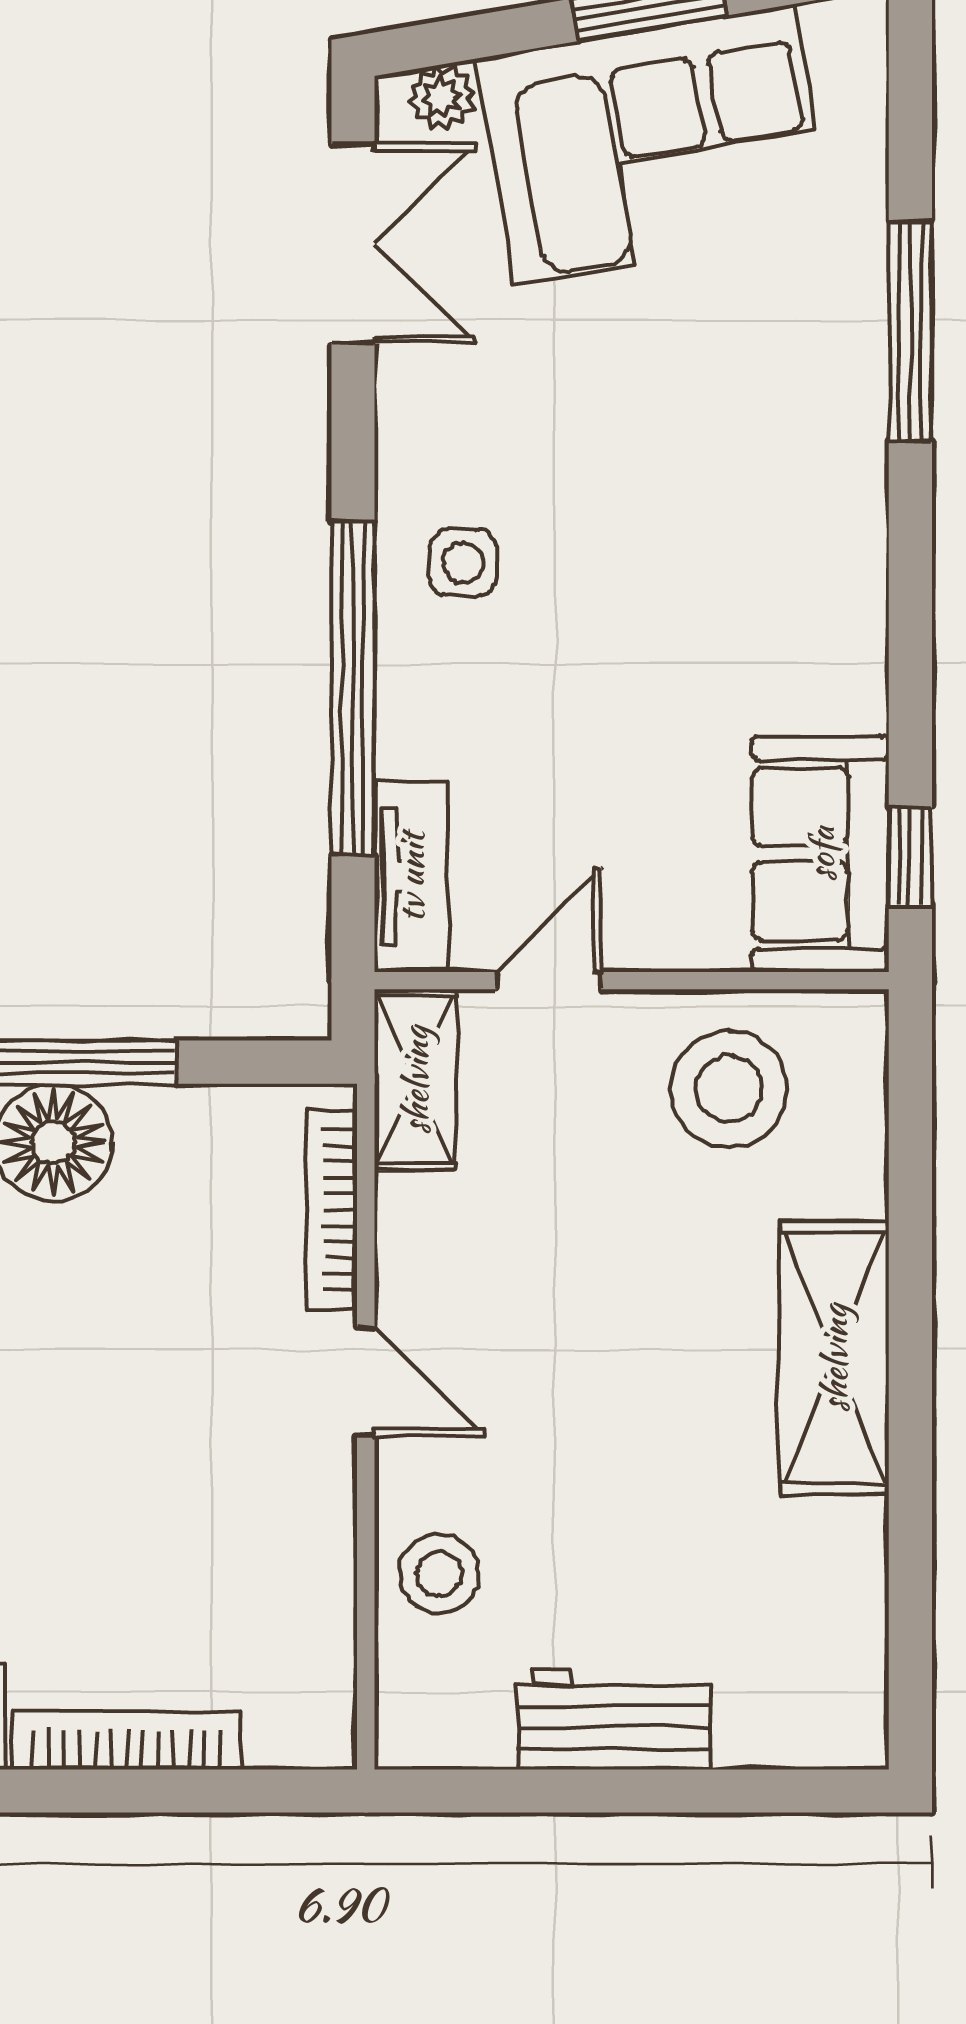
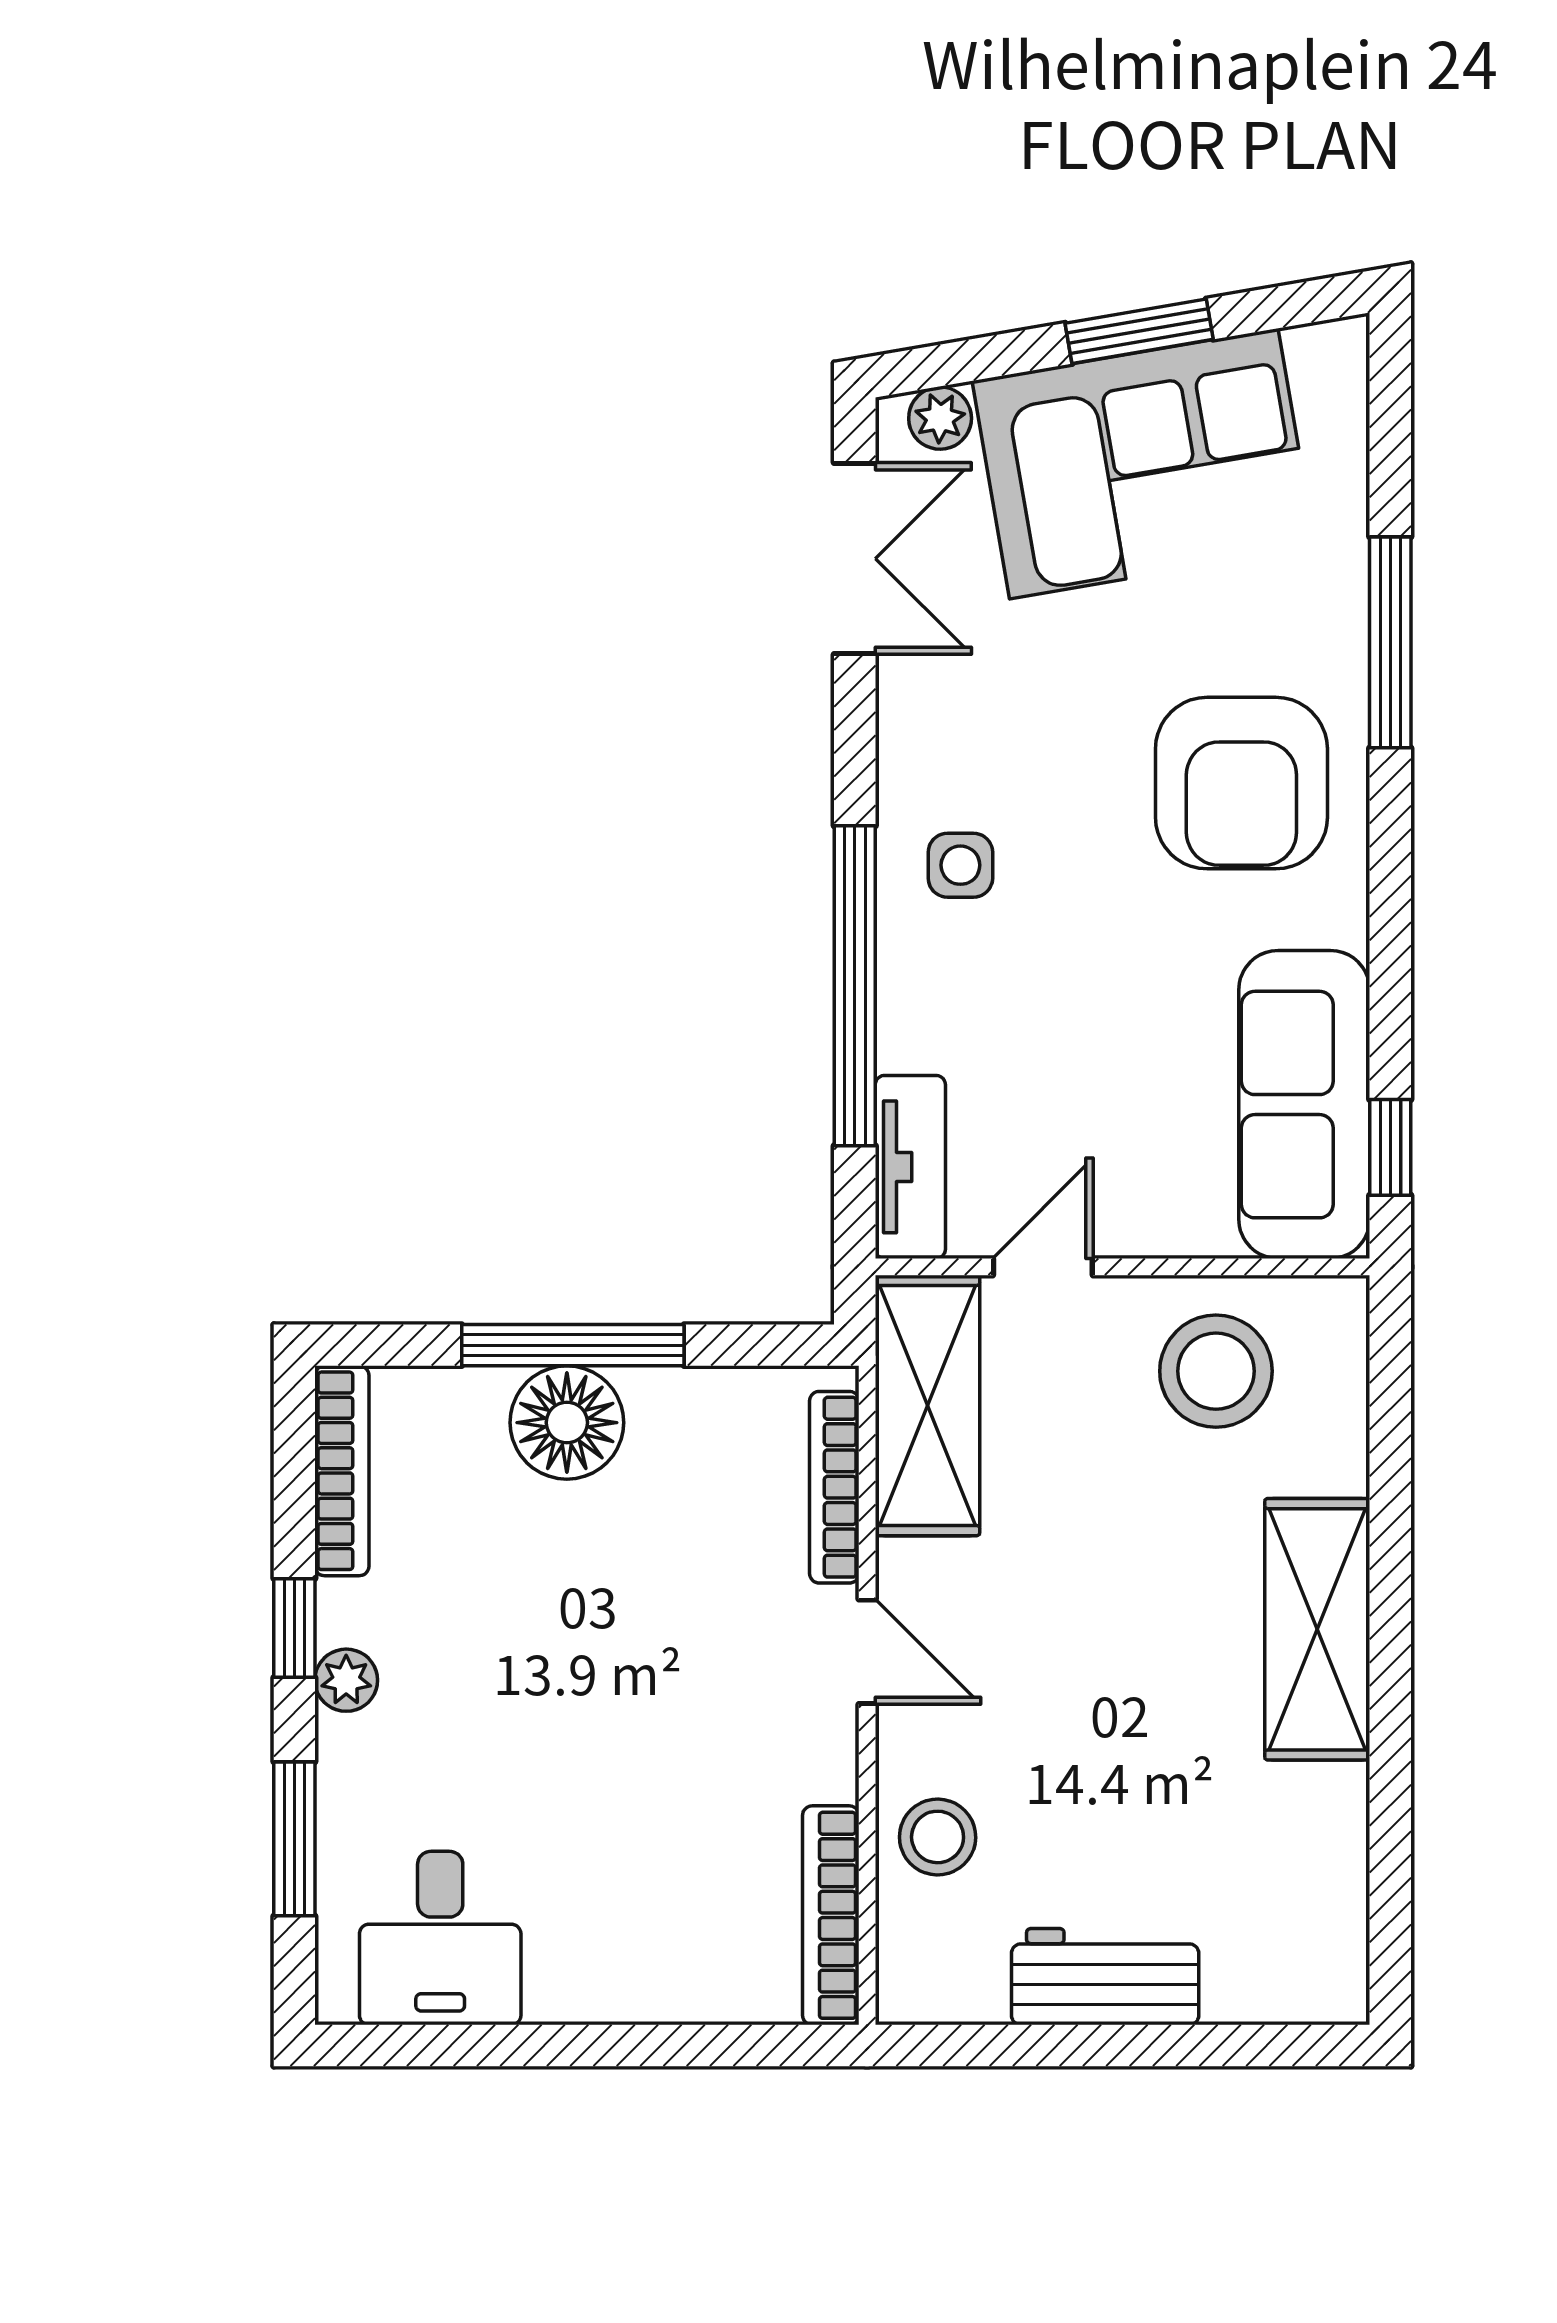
armchair: (755, 477) -> (1241, 783), added
sofa: (821, 854) -> (1304, 1105), width x1.36
shelving: (415, 1080) -> (927, 1405), width x1.50, depth x1.33
bookcase: (126, 1740) -> (831, 1915), moved, turned -90

